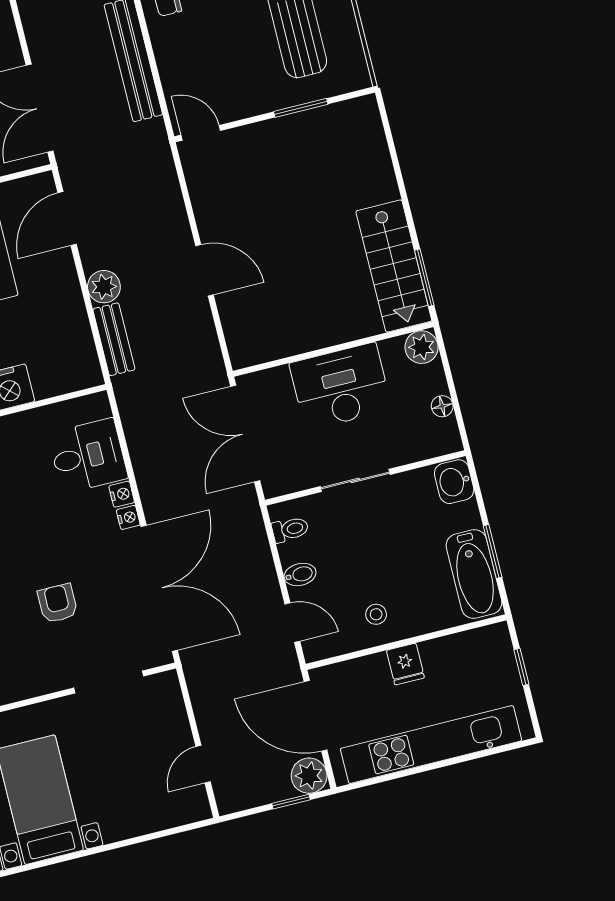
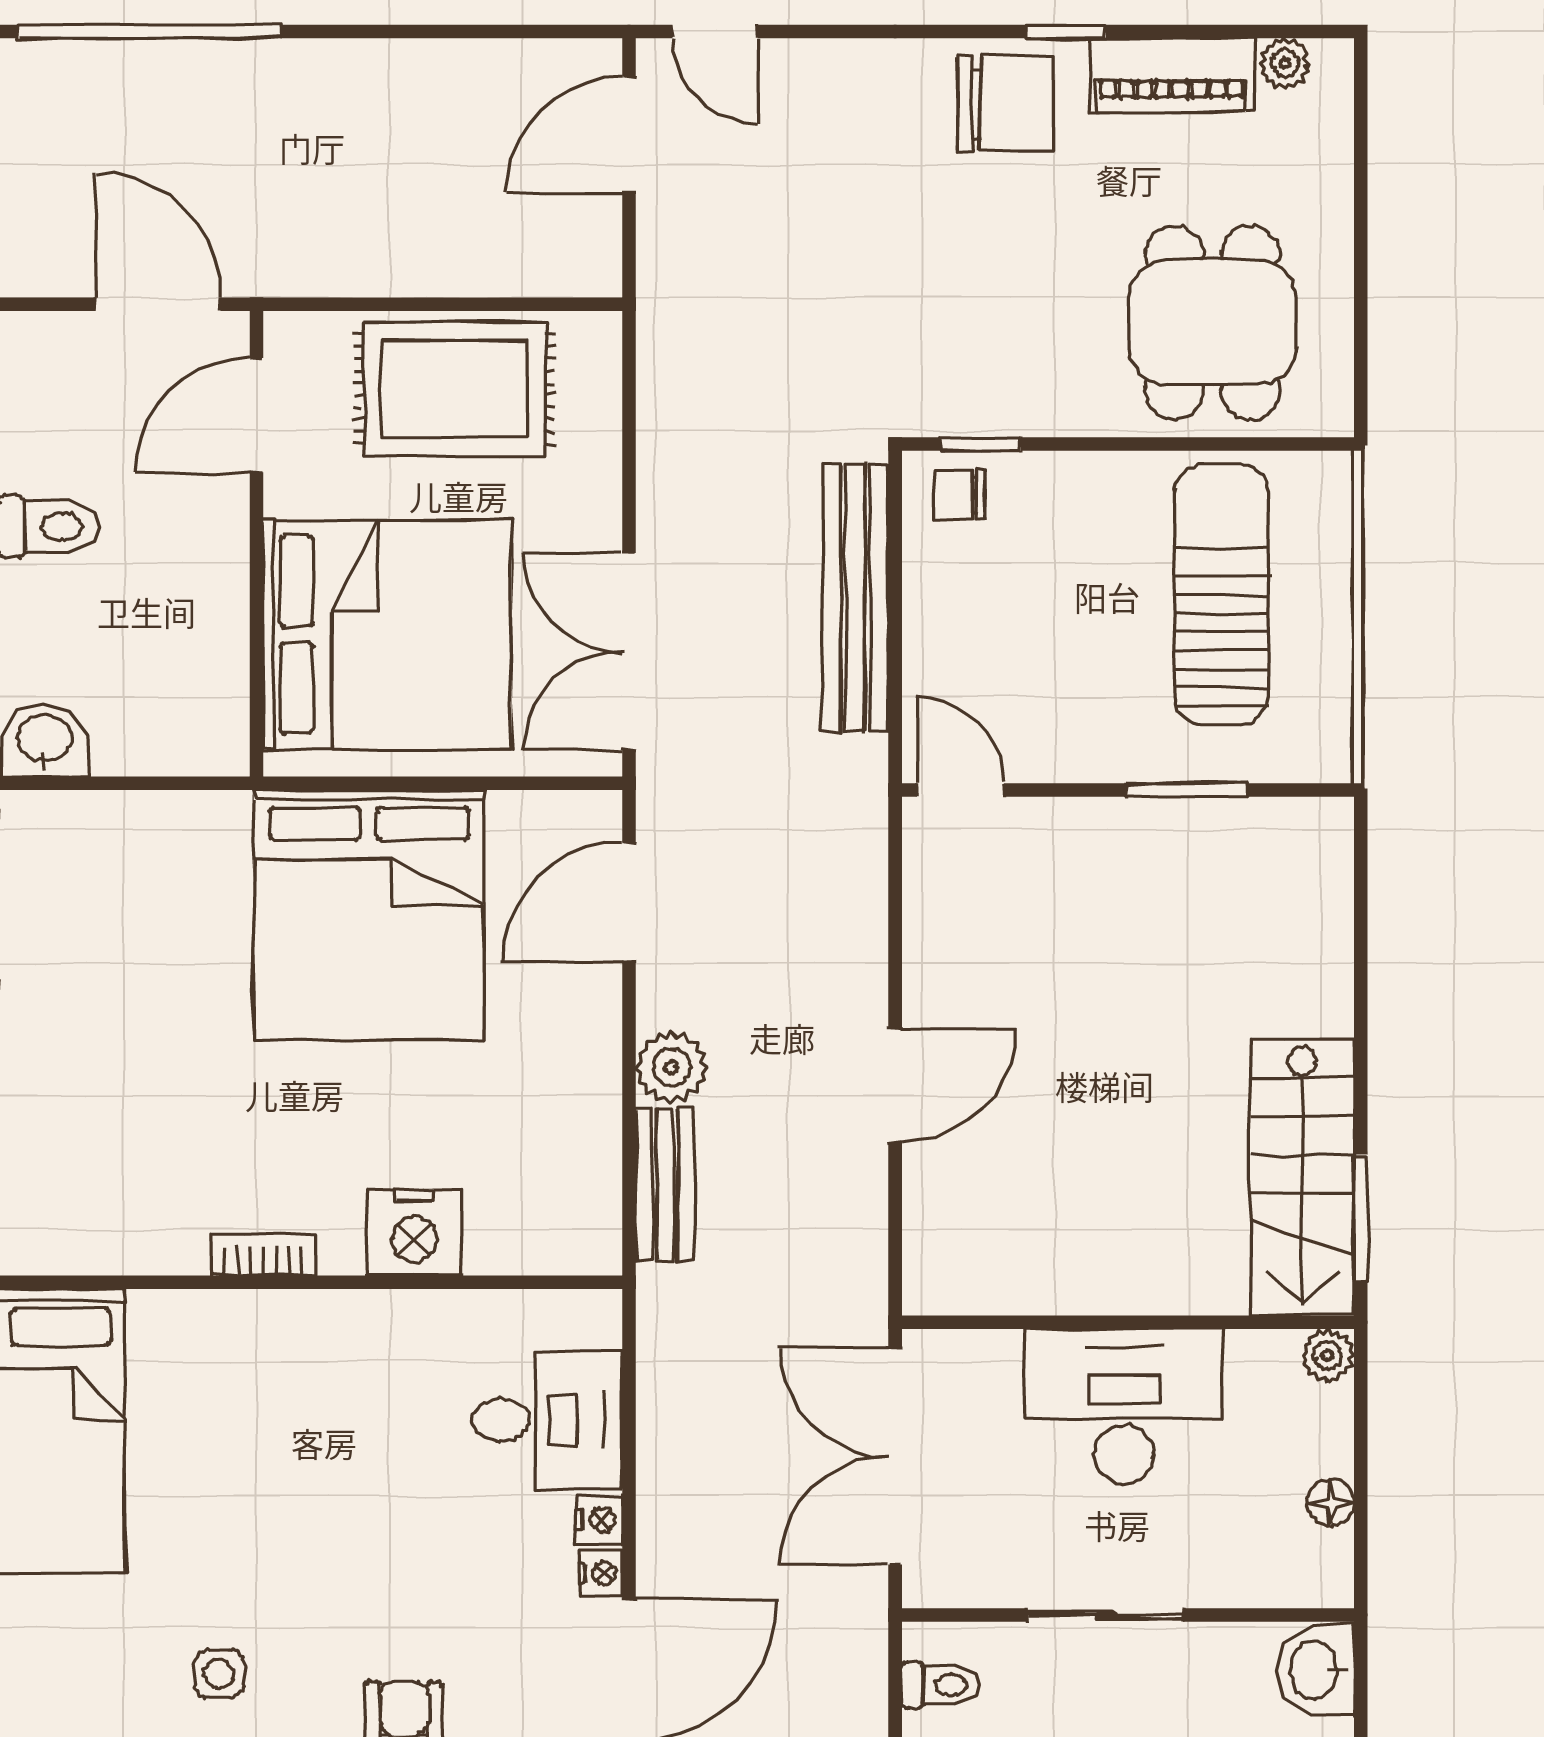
door: (204, 270) -> (895, 1086), hinge flipped
plant: (422, 347) -> (1328, 1356), width x0.73, depth x0.73

